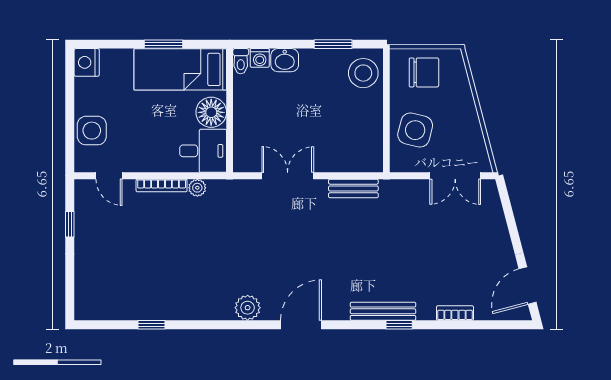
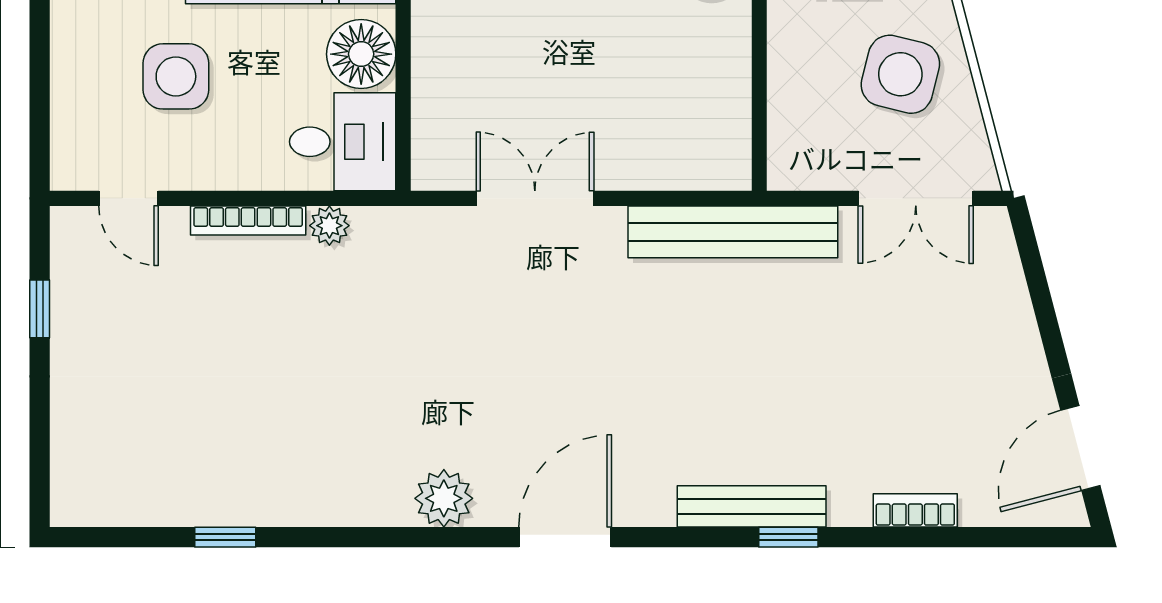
side table: (415, 130) -> (900, 74), moved
side table: (92, 131) -> (176, 76), moved
bench: (353, 188) -> (733, 232), width x1.86, depth x1.21

